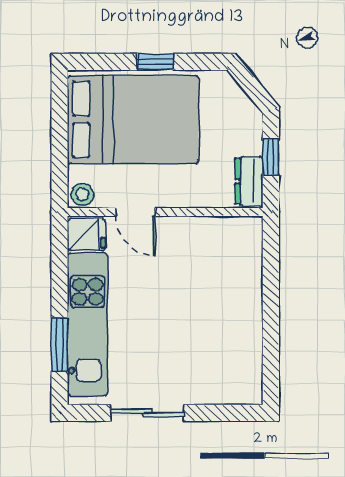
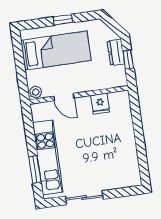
bed: (133, 120) -> (56, 50), width x0.67
dresser: (249, 181) -> (116, 52), moved
fridge: (86, 235) -> (100, 104), moved, turned 90

